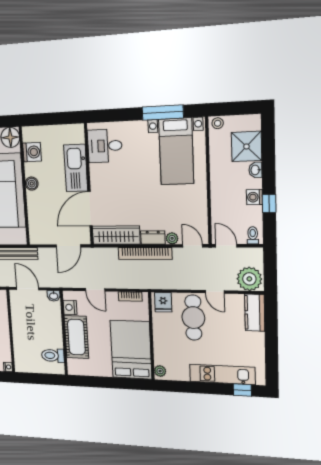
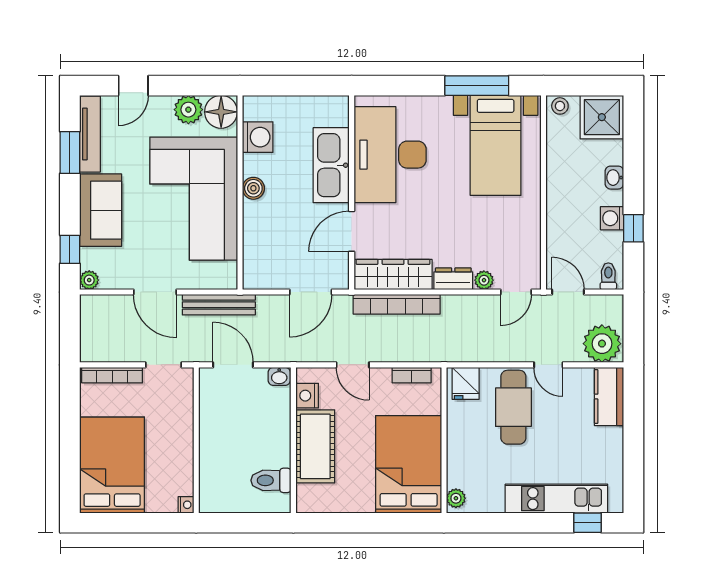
desk: (105, 146) -> (390, 155), width x1.87, depth x1.30
shower: (246, 146) -> (602, 117), moved
door: (90, 209) -> (352, 231), width x0.73
door: (193, 246) -> (516, 292), swing flipped
bookcase: (145, 253) -> (397, 304), moved

